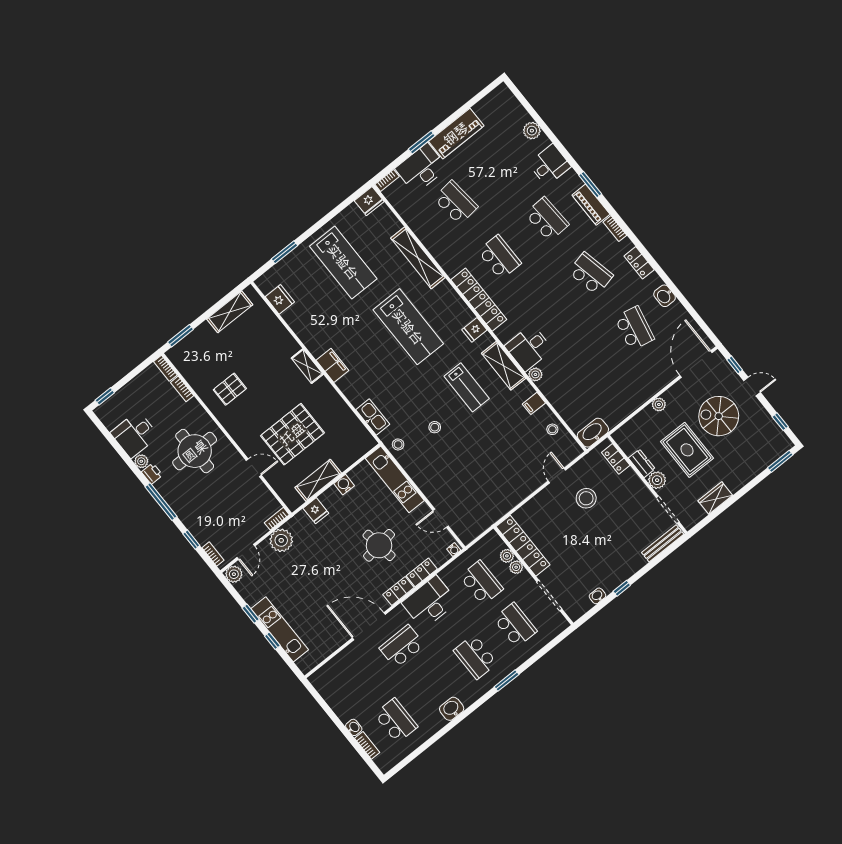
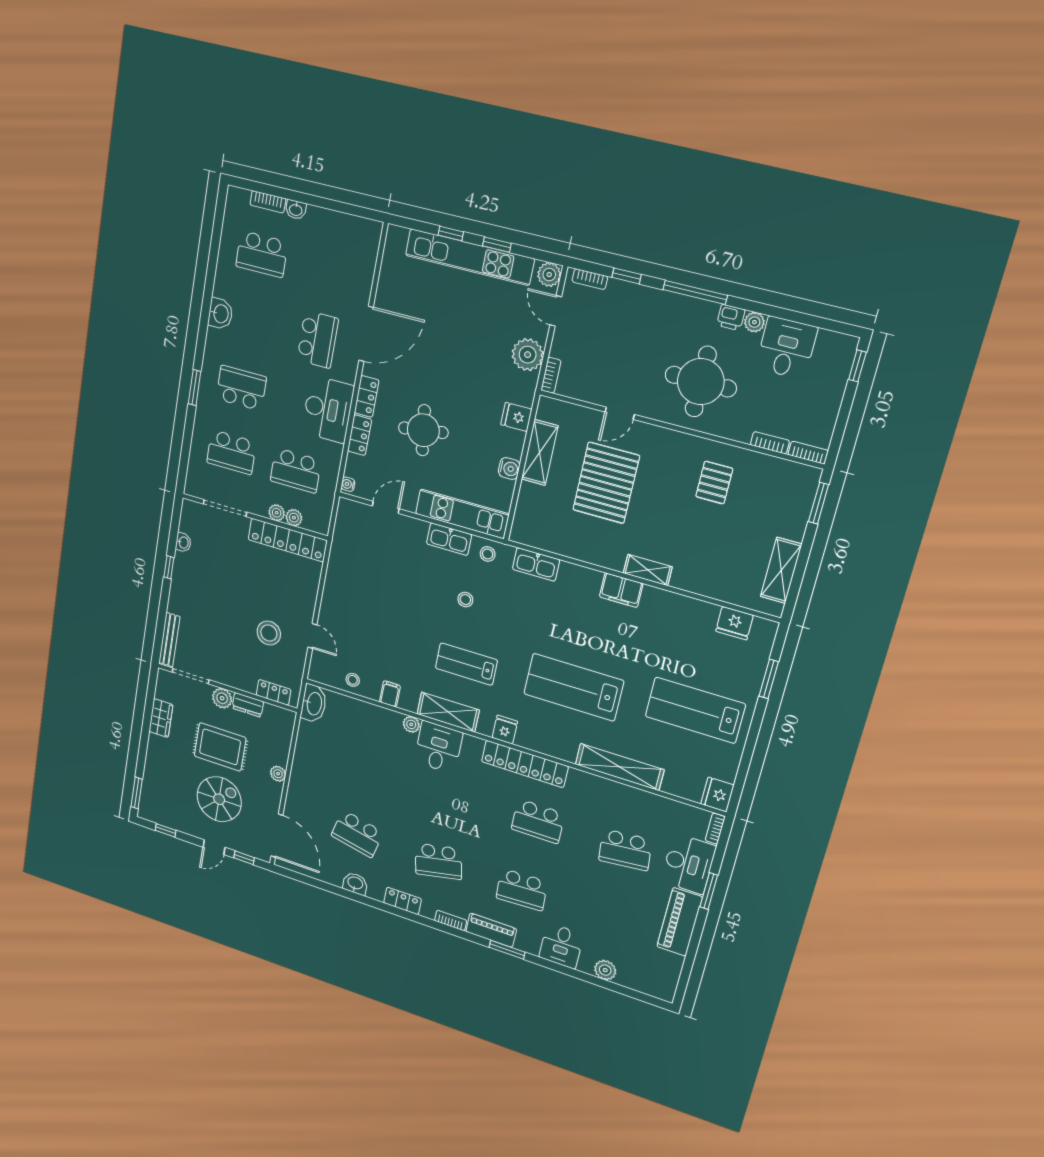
kitchen sink: (415, 471) -> (449, 539), added
kitchen unit: (280, 629) -> (469, 257), width x1.36

